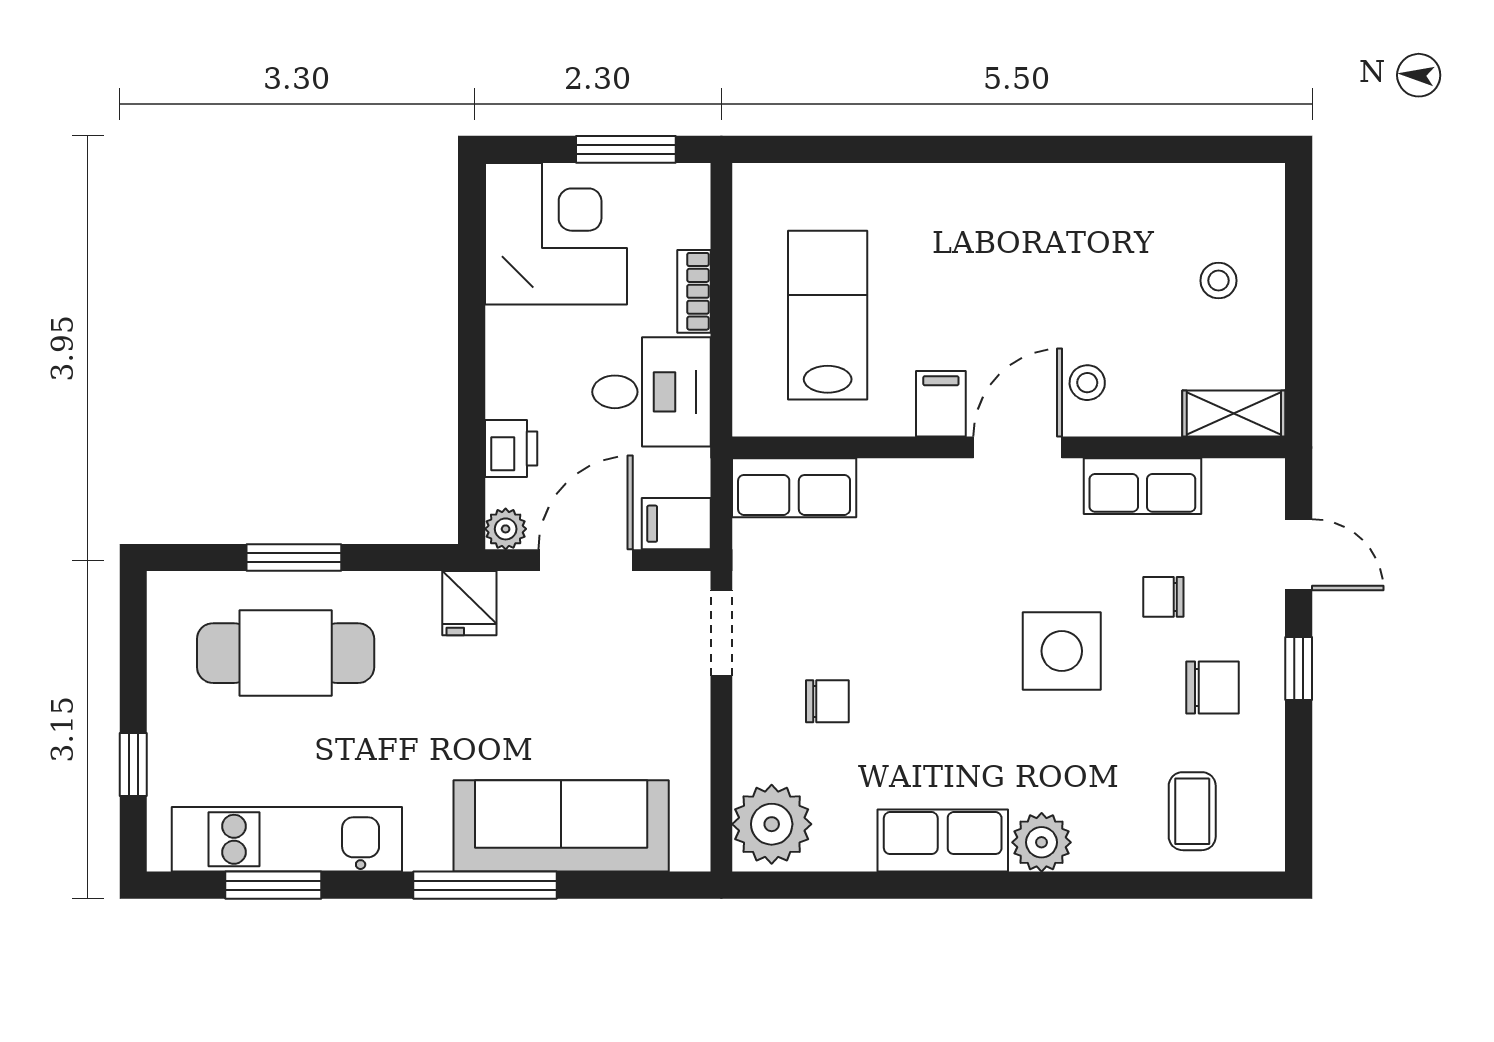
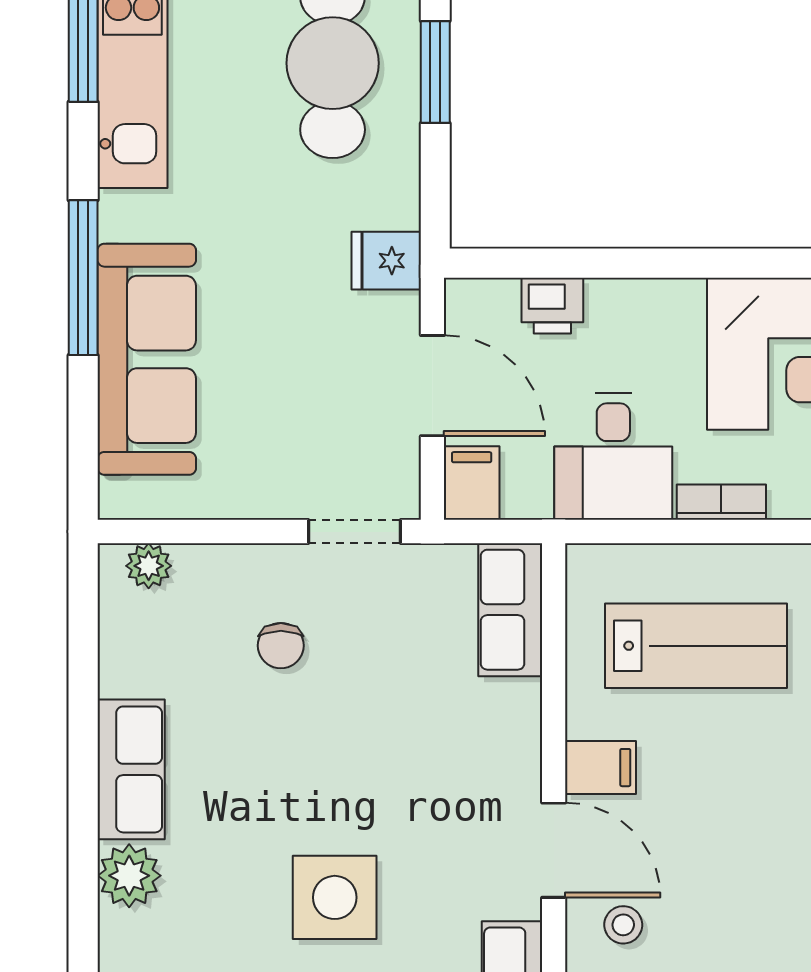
plant: (506, 529) -> (466, 300), removed
plant: (772, 824) -> (149, 566), width x0.53, depth x0.53

